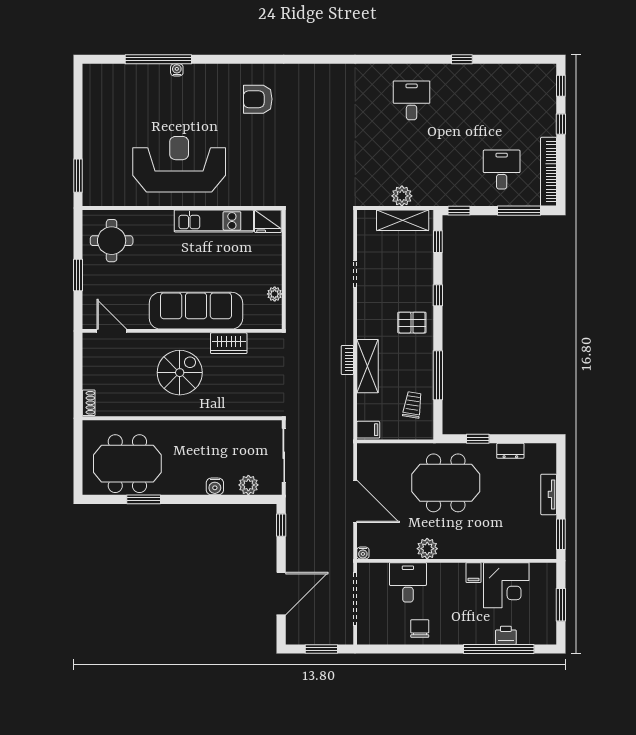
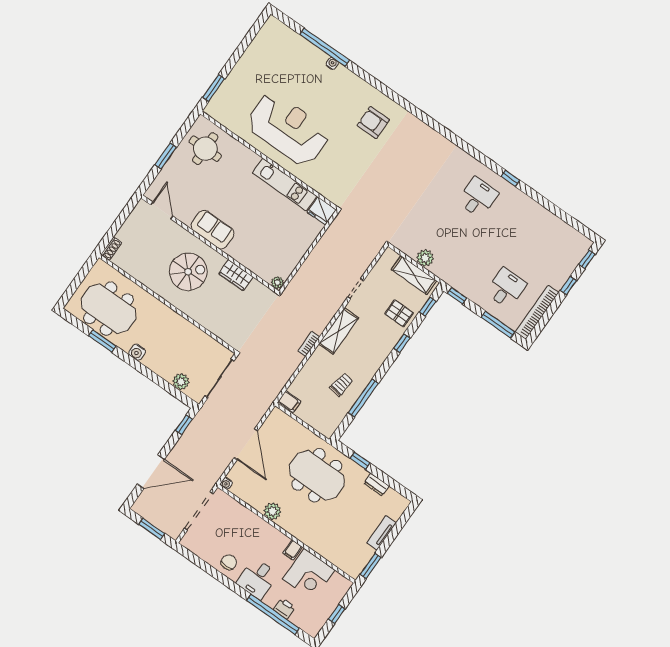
window: (462, 59) -> (510, 178), moved
plant: (275, 294) -> (277, 283), moved
sofa: (196, 311) -> (213, 230), width x0.54, depth x0.79
pallet: (412, 323) -> (399, 313), moved
shelving: (368, 366) -> (339, 331), moved
trolley: (413, 405) -> (341, 385), moved
water cooler: (215, 486) -> (137, 352), moved
desk: (408, 582) -> (257, 579), moved, turned 180
window: (561, 605) -> (337, 614), width x0.67

